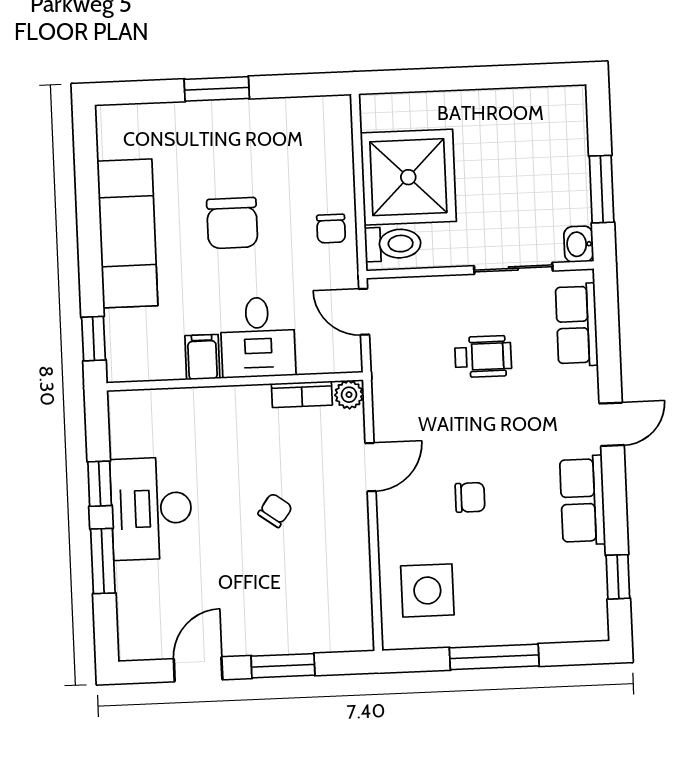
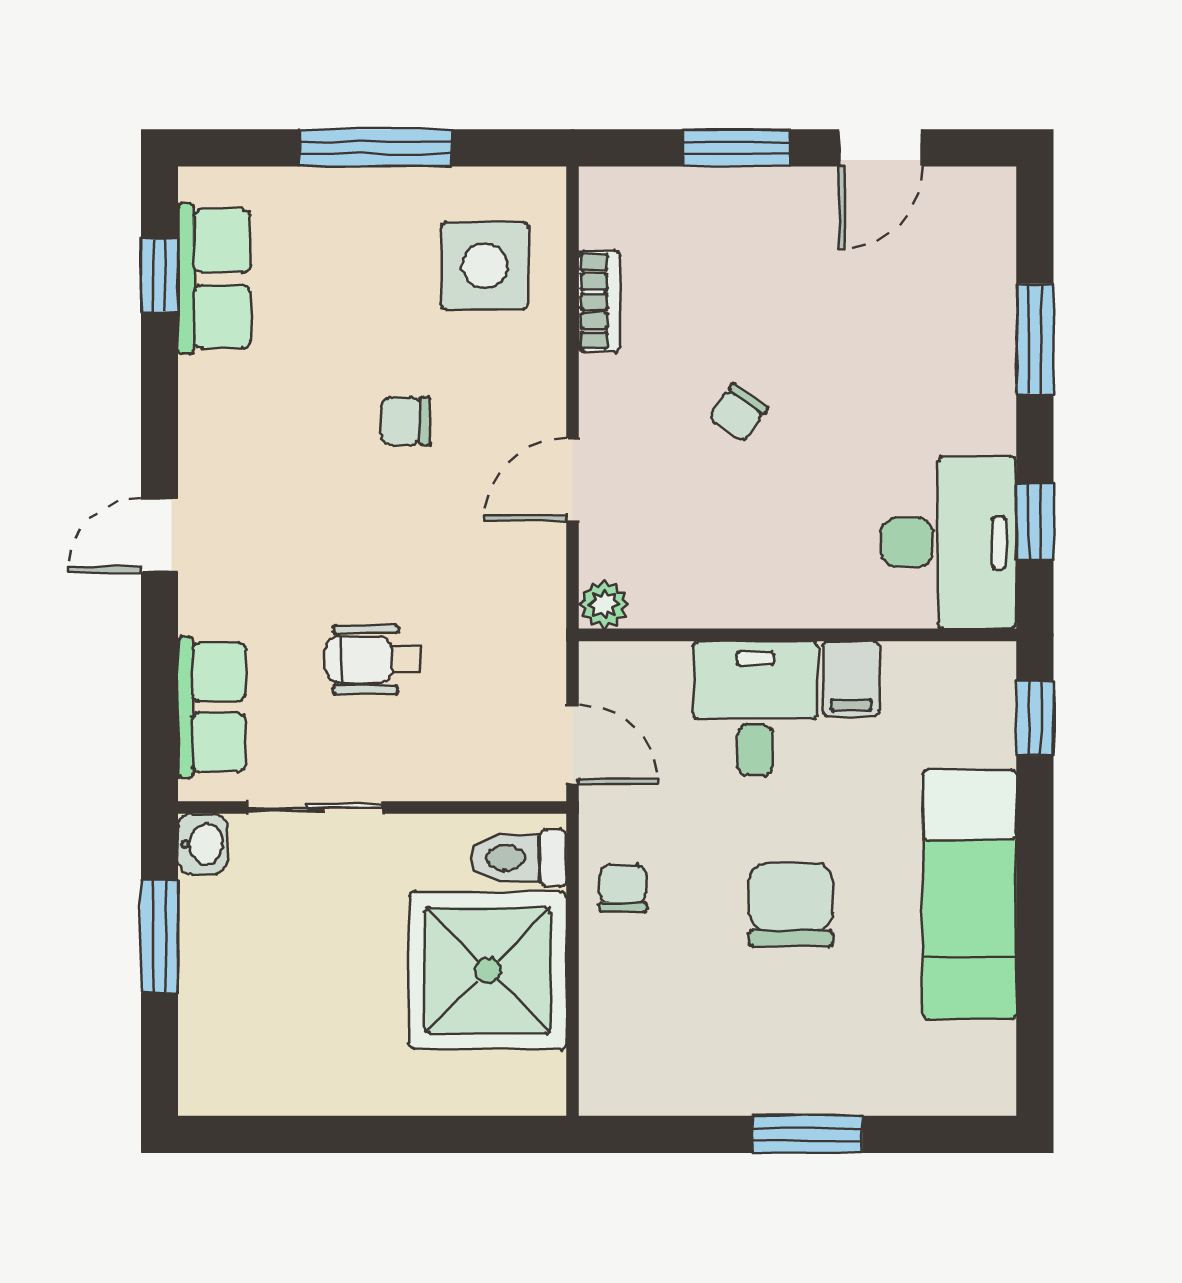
bookcase: (302, 394) -> (599, 301), moved, turned 90
window: (100, 484) -> (1035, 522), moved
row of seats: (583, 500) -> (214, 279), moved
desk: (151, 509) -> (949, 543), moved

